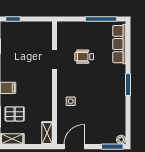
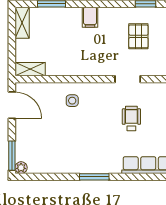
pallet: (15, 114) -> (138, 36), moved

